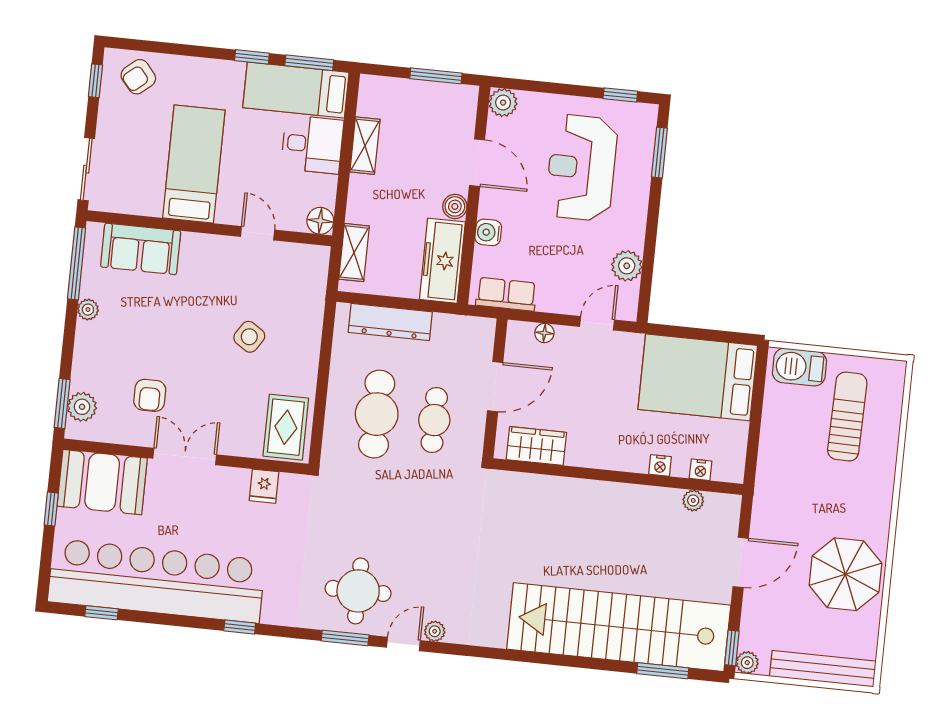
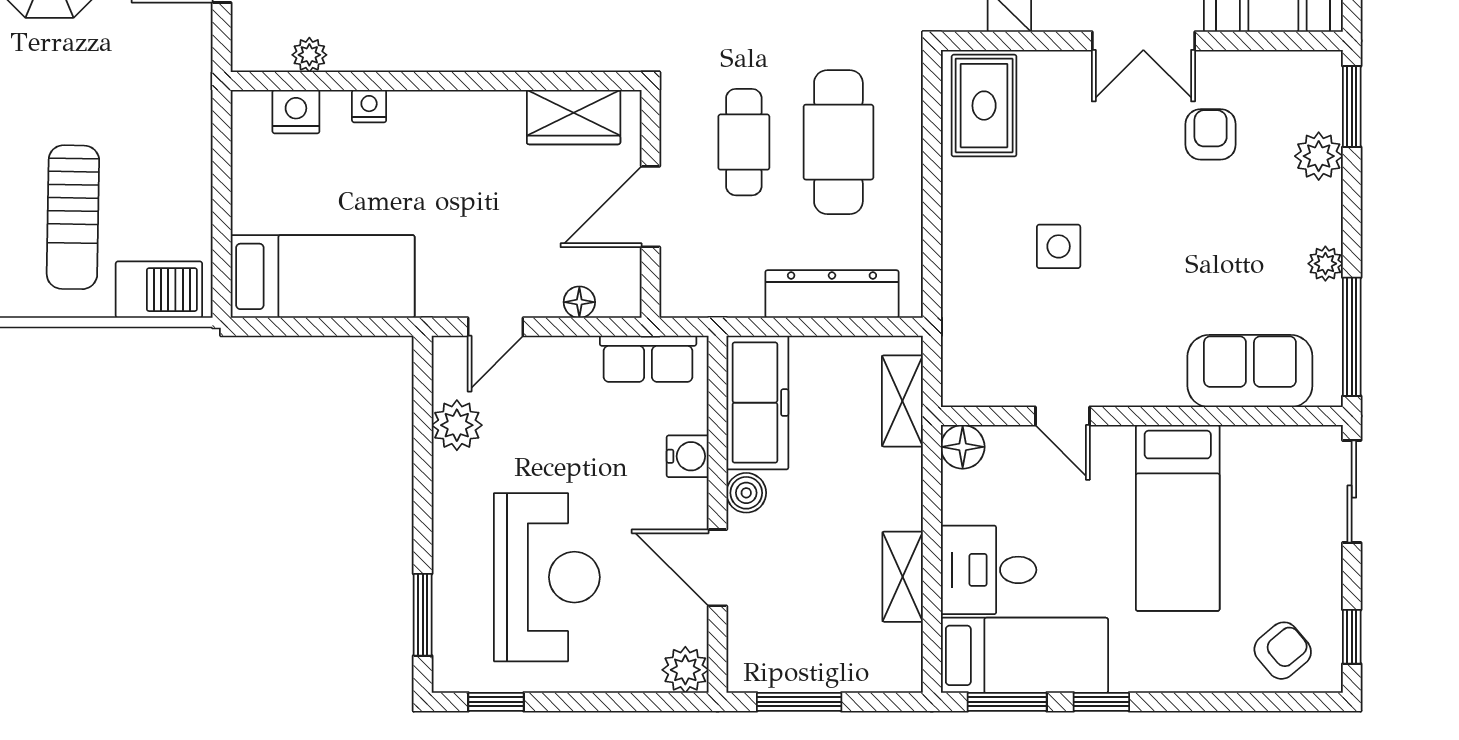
side table: (249, 337) -> (1059, 246), turned -33
bed: (698, 377) -> (323, 276), width x0.67
plant: (82, 407) -> (1319, 156), moved
nightstand: (701, 470) -> (296, 112), width x1.39, depth x1.35

